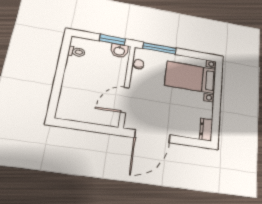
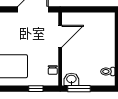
window: (159, 48) -> (36, 89), width x0.46

